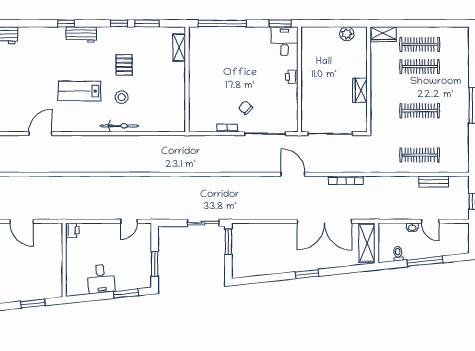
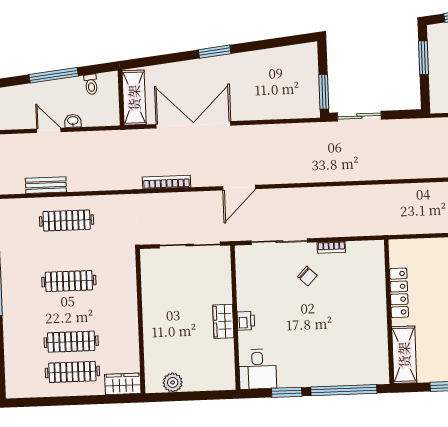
window: (280, 23) -> (287, 392), moved
shelving: (179, 48) -> (404, 355), width x1.50, depth x1.33
wardrobe: (360, 90) -> (223, 321), moved, turned 180
locker: (179, 93) -> (399, 293), added
door: (293, 174) -> (239, 188), hinge flipped

